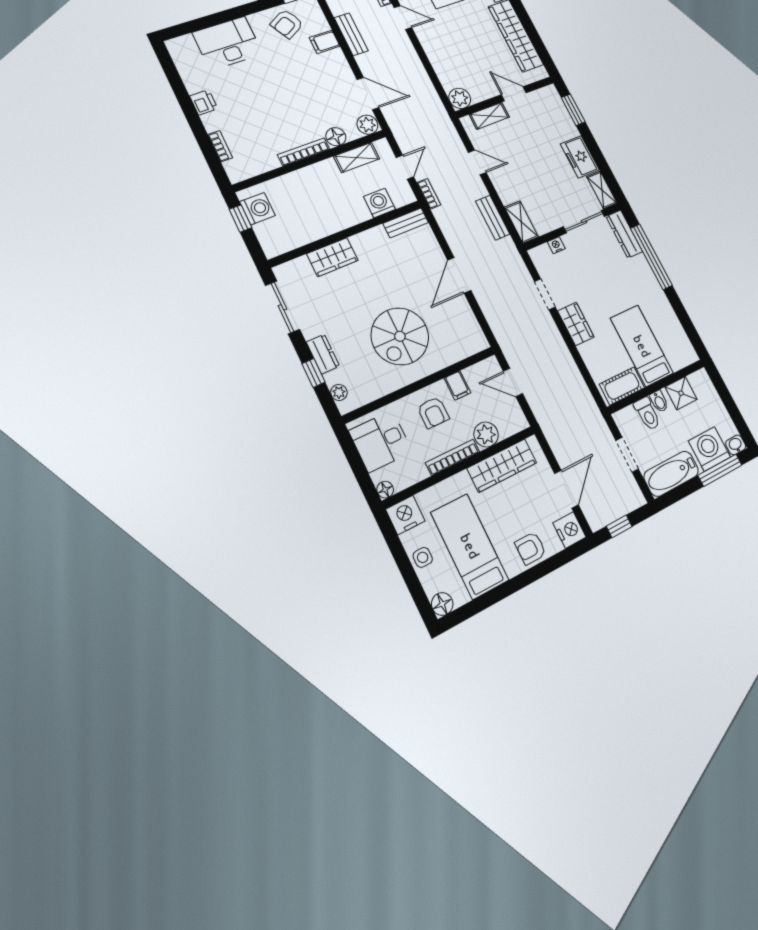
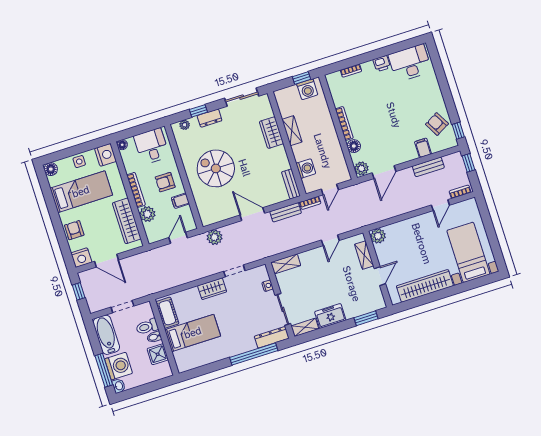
desk: (228, 43) -> (410, 63), moved, turned -90
shelving: (357, 157) -> (292, 131), moved
door: (405, 167) -> (330, 189), hinge flipped
bench: (493, 218) -> (286, 212), moved
plant: (502, 328) -> (215, 237), added

